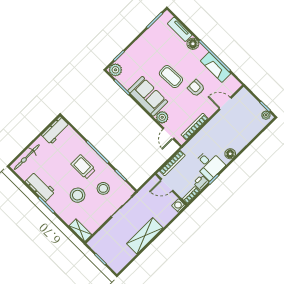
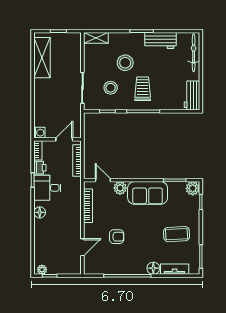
fireplace: (216, 67) -> (118, 268), removed
coffee table: (171, 77) -> (177, 234), moved
trolley: (83, 167) -> (143, 89), turned -90
shelving: (145, 236) -> (42, 58), moved

